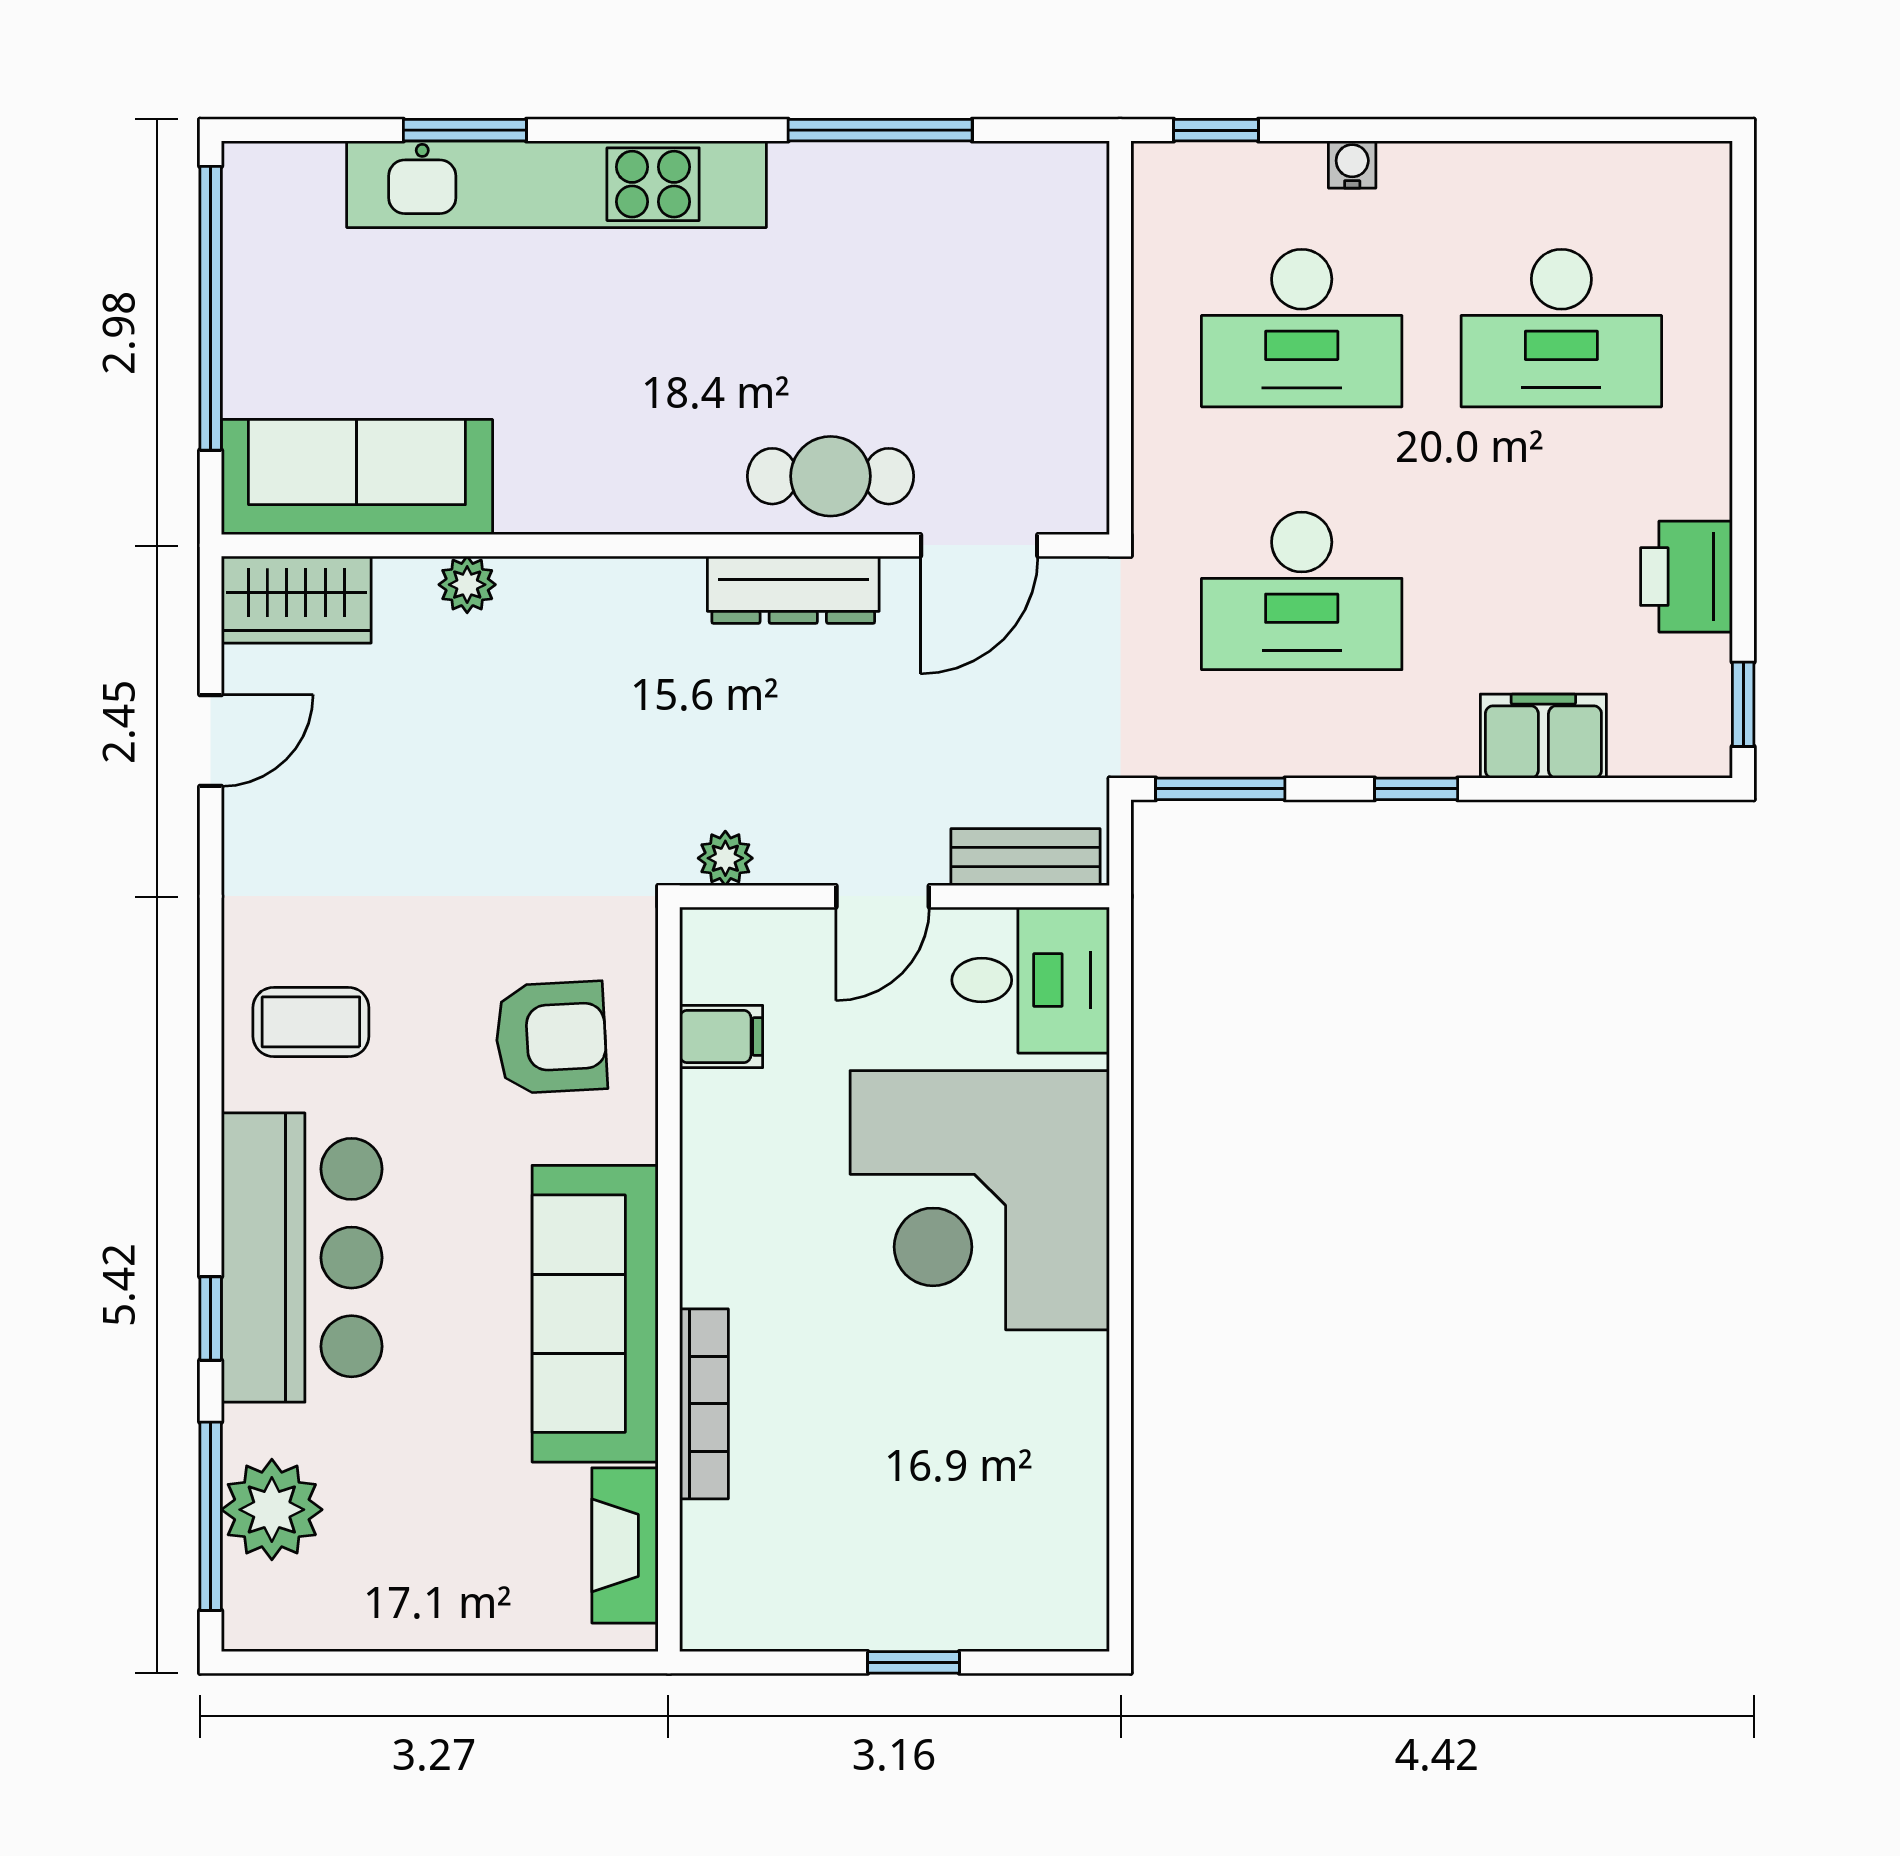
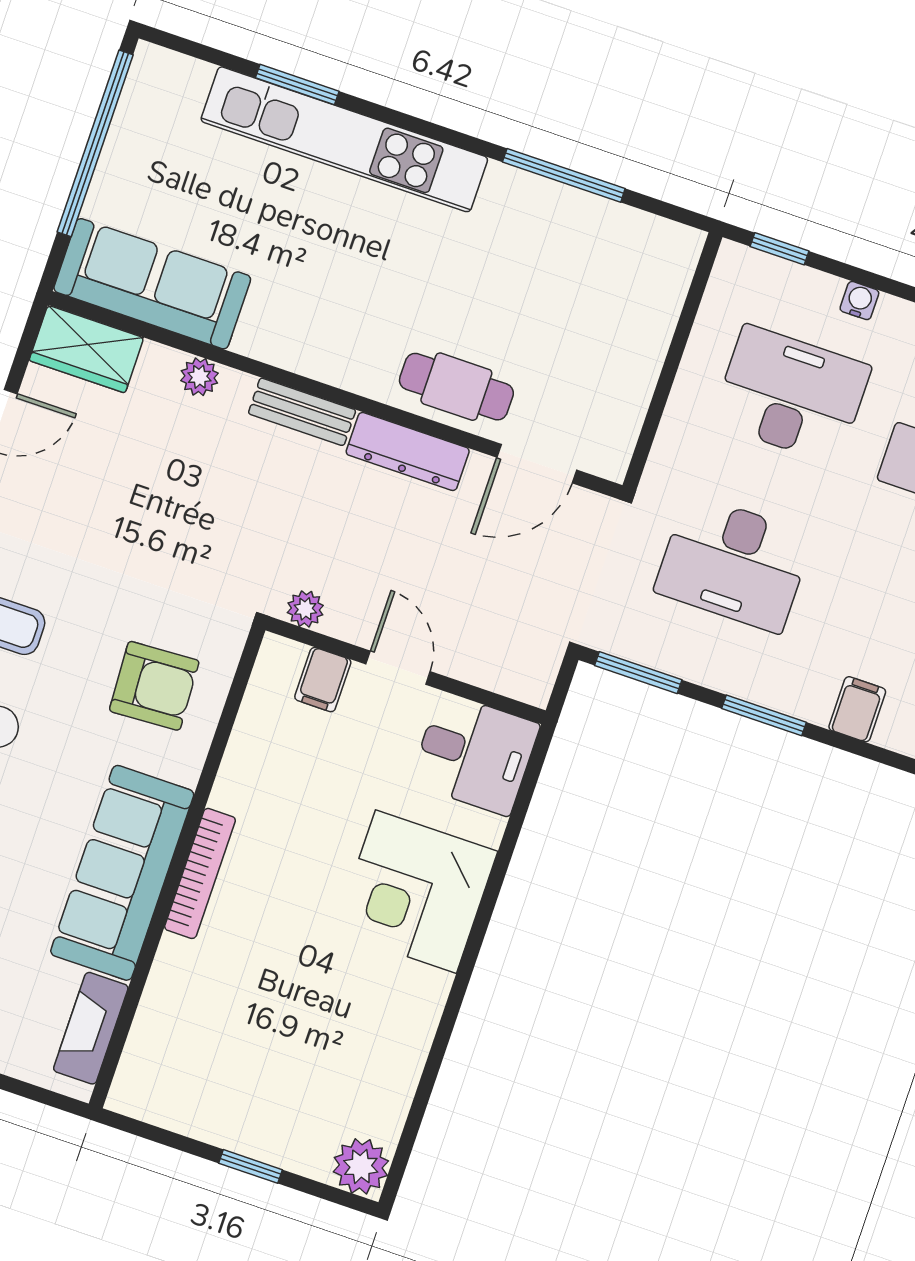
desk: (1302, 328) -> (791, 395), turned 180
filing cabinet: (1543, 736) -> (857, 709), width x0.50
window: (1416, 789) -> (764, 715), width x1.50
bench: (1025, 857) -> (302, 412), moved
door: (883, 896) -> (398, 668), swing flipped
filing cabinet: (721, 1037) -> (323, 680), moved, turned 90
corner desk: (980, 1200) -> (416, 892), width x0.74, depth x0.74
bookcase: (704, 1404) -> (200, 873), moved
plant: (1068, 1610) -> (361, 1166), added

